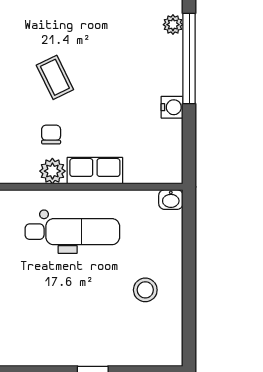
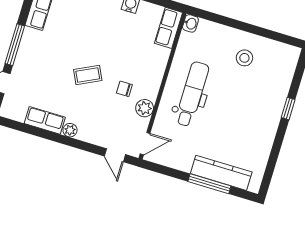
plant: (52, 171) -> (145, 108), moved
row of seats: (95, 171) -> (169, 28), moved

